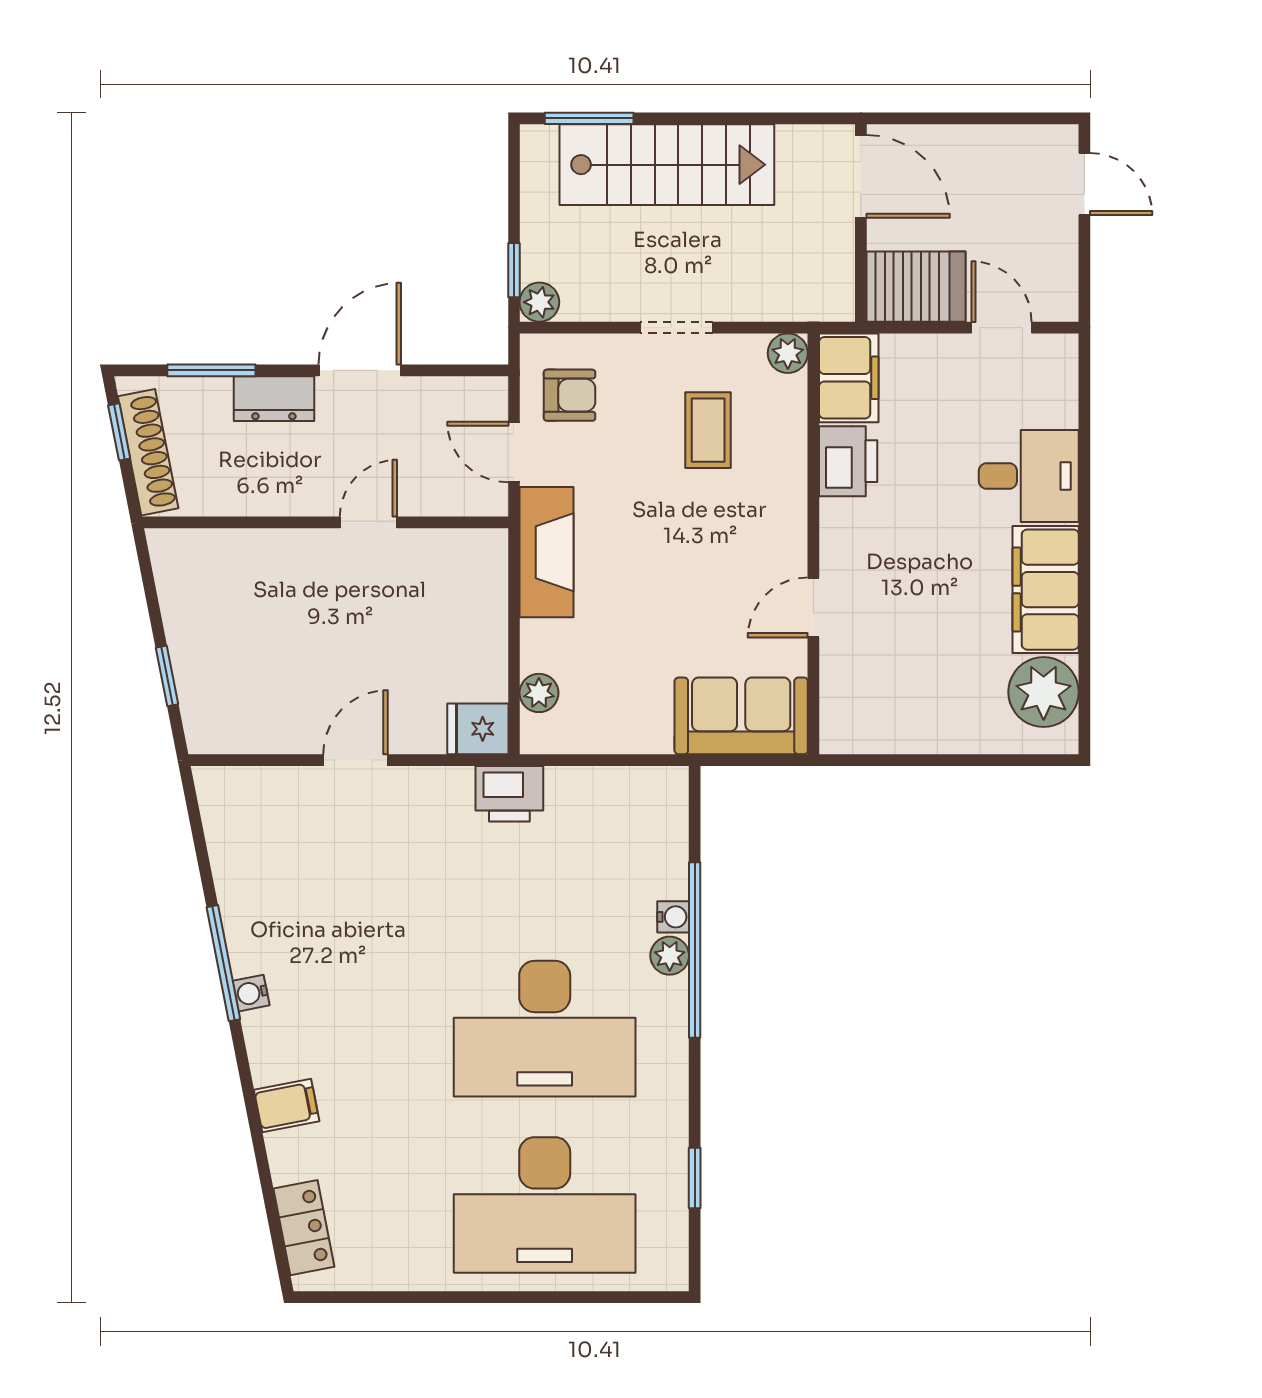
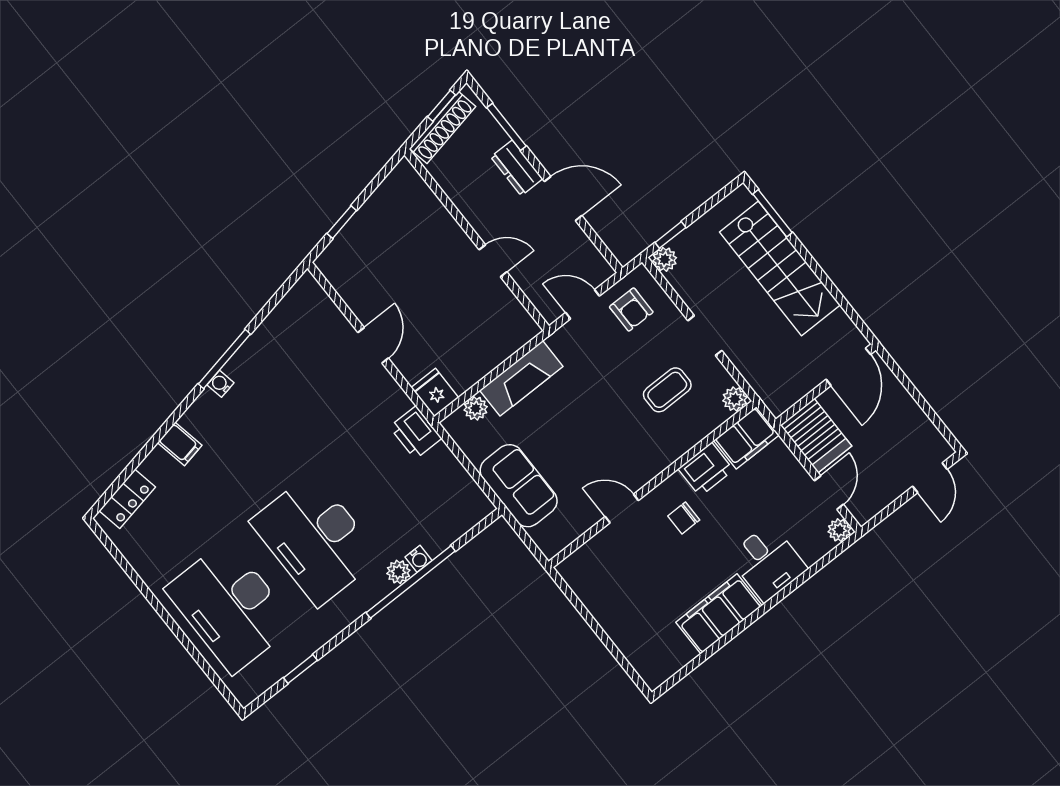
door: (514, 452) -> (583, 304), hinge flipped
chair: (888, 538) -> (684, 518), added
fireplace: (547, 552) -> (521, 378), moved
plant: (1044, 692) -> (839, 530), moved, width x0.53, depth x0.53
sofa: (741, 716) -> (519, 486), moved
door: (356, 760) -> (373, 345), hinge flipped

